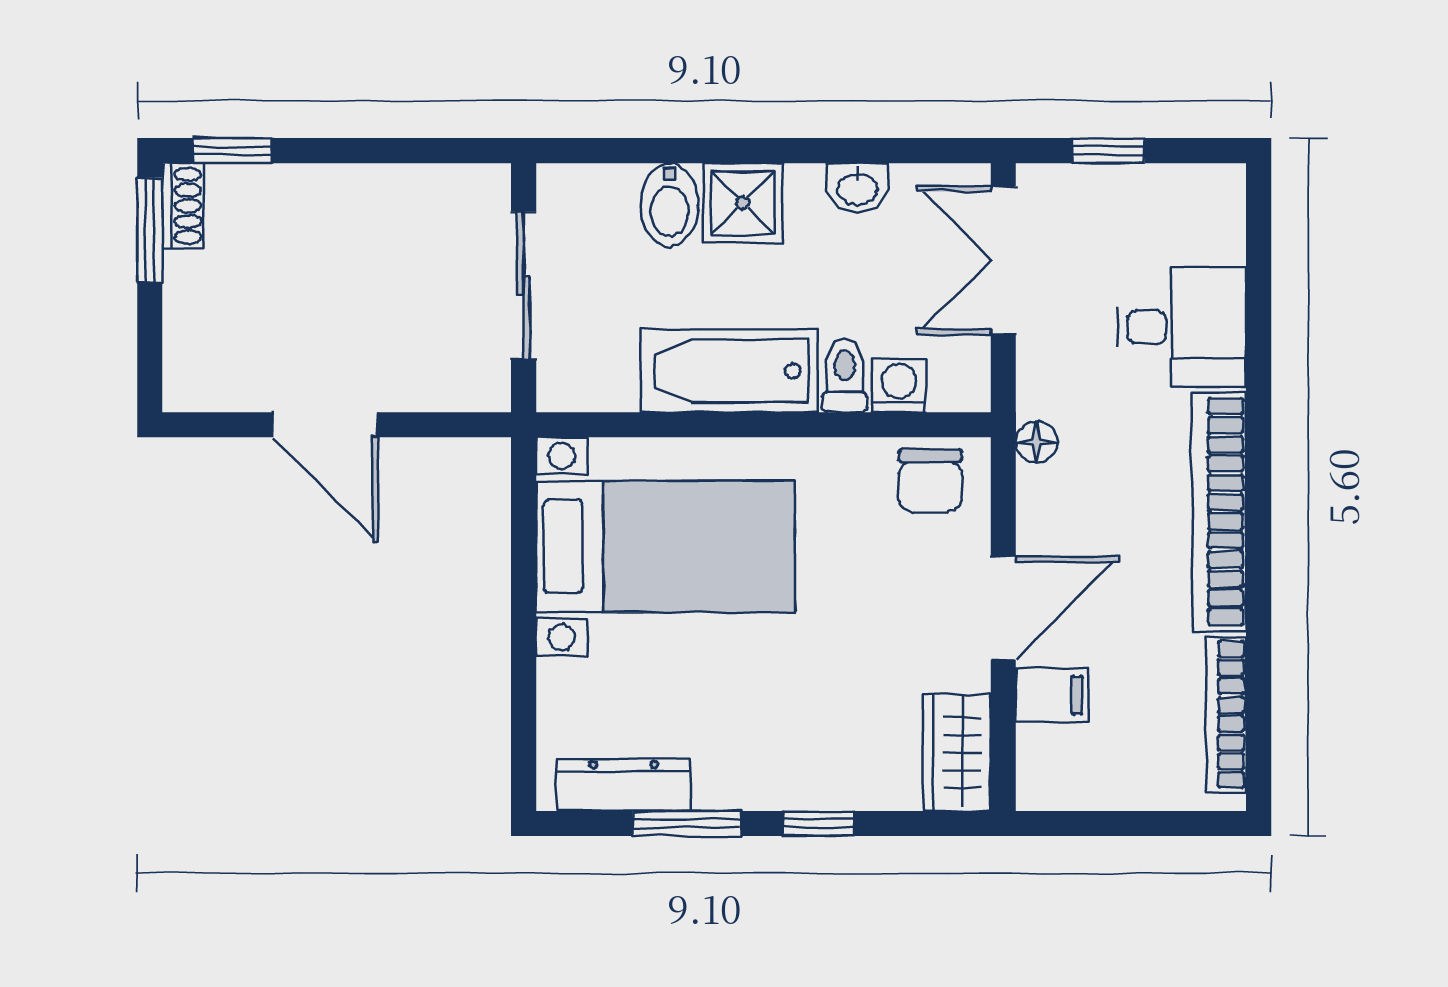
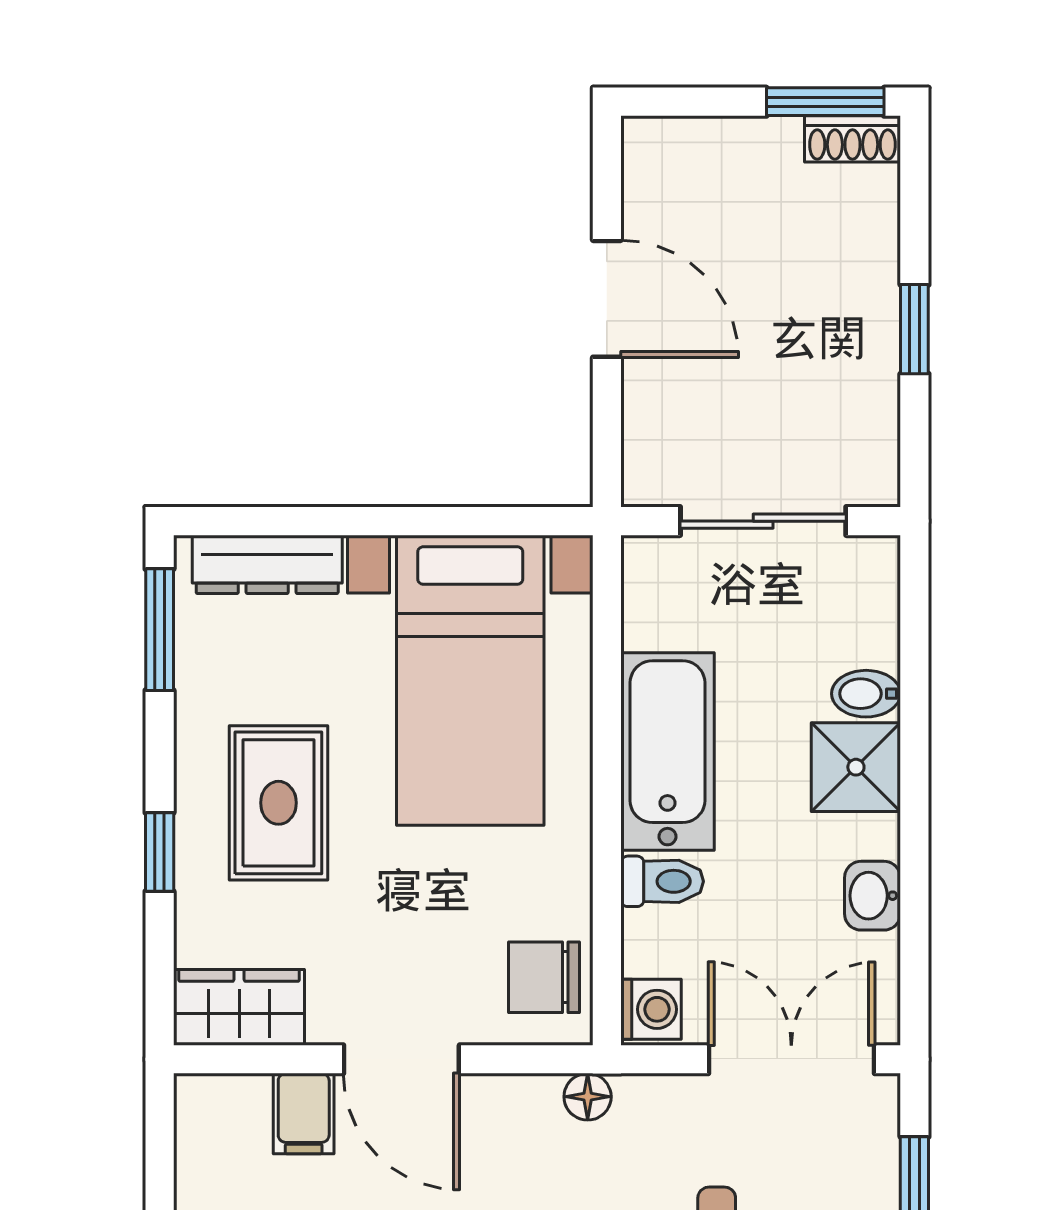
window: (232, 151) -> (914, 329), moved
bidet: (669, 205) -> (866, 694), width x0.72, depth x0.74
washing machine: (899, 385) -> (651, 1009), moved
door: (326, 425) -> (607, 299), swing flipped
rug: (775, 717) -> (278, 803), added
dresser: (624, 785) -> (267, 564), moved, turned 90
window: (687, 823) -> (160, 630), moved

